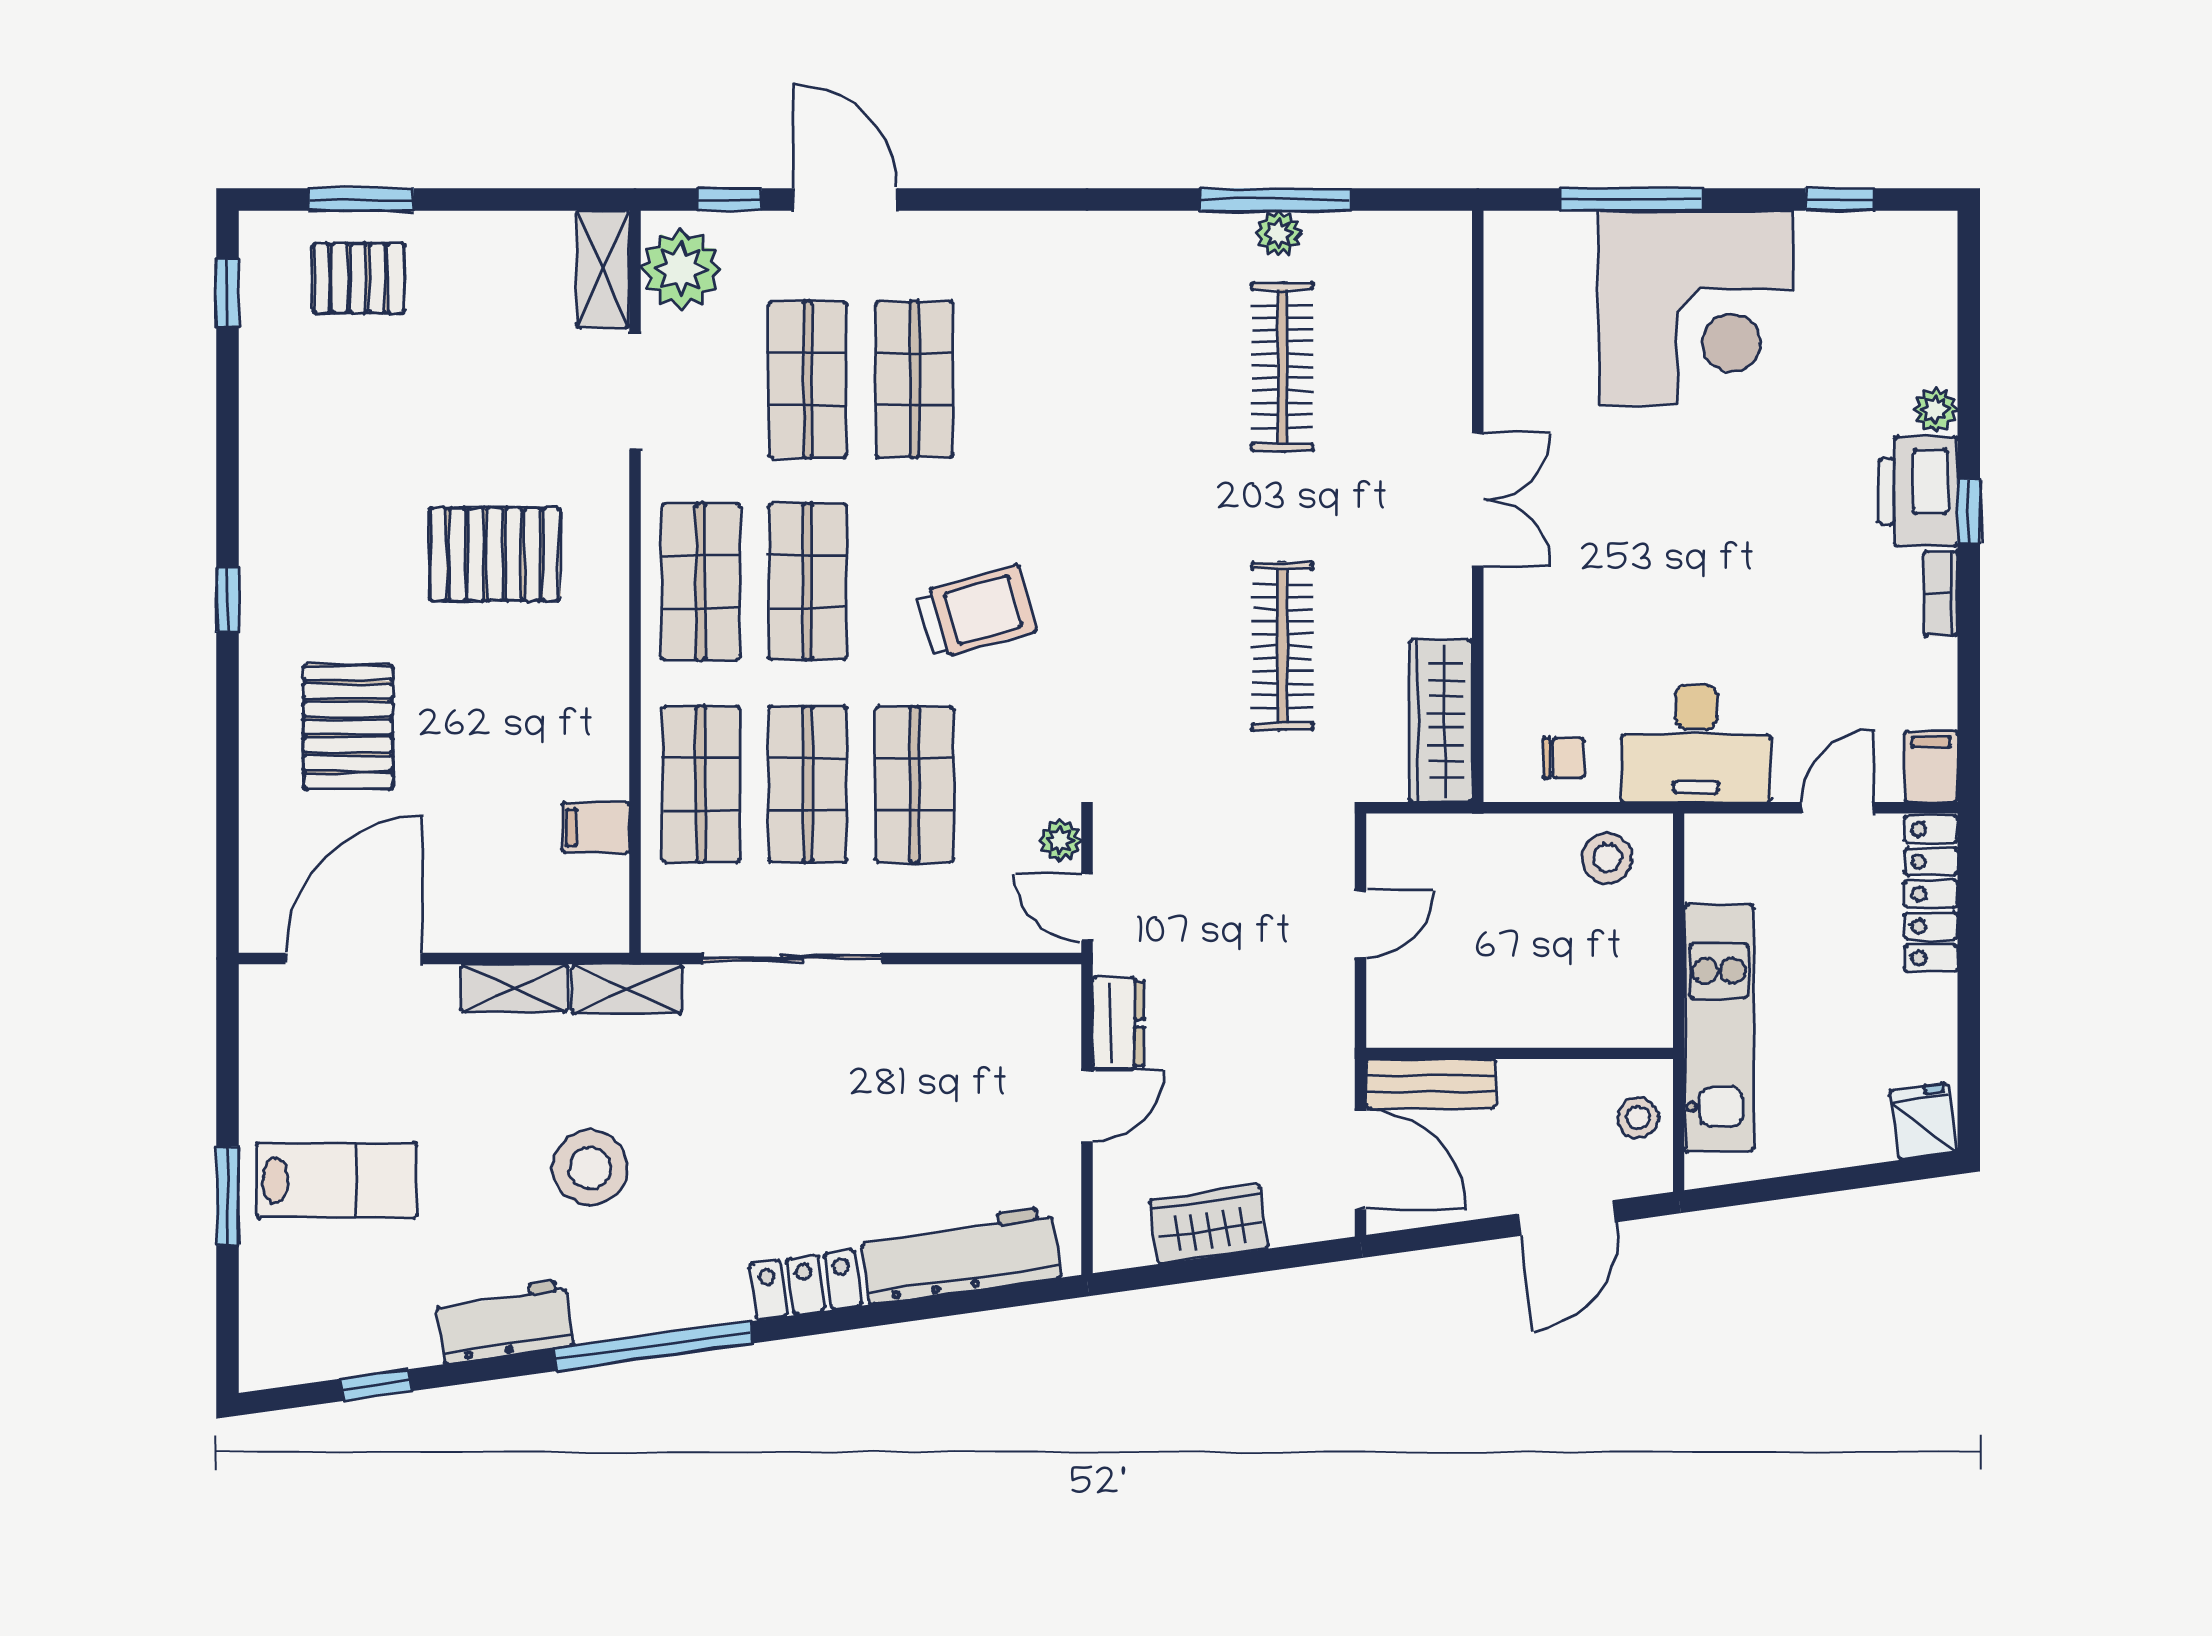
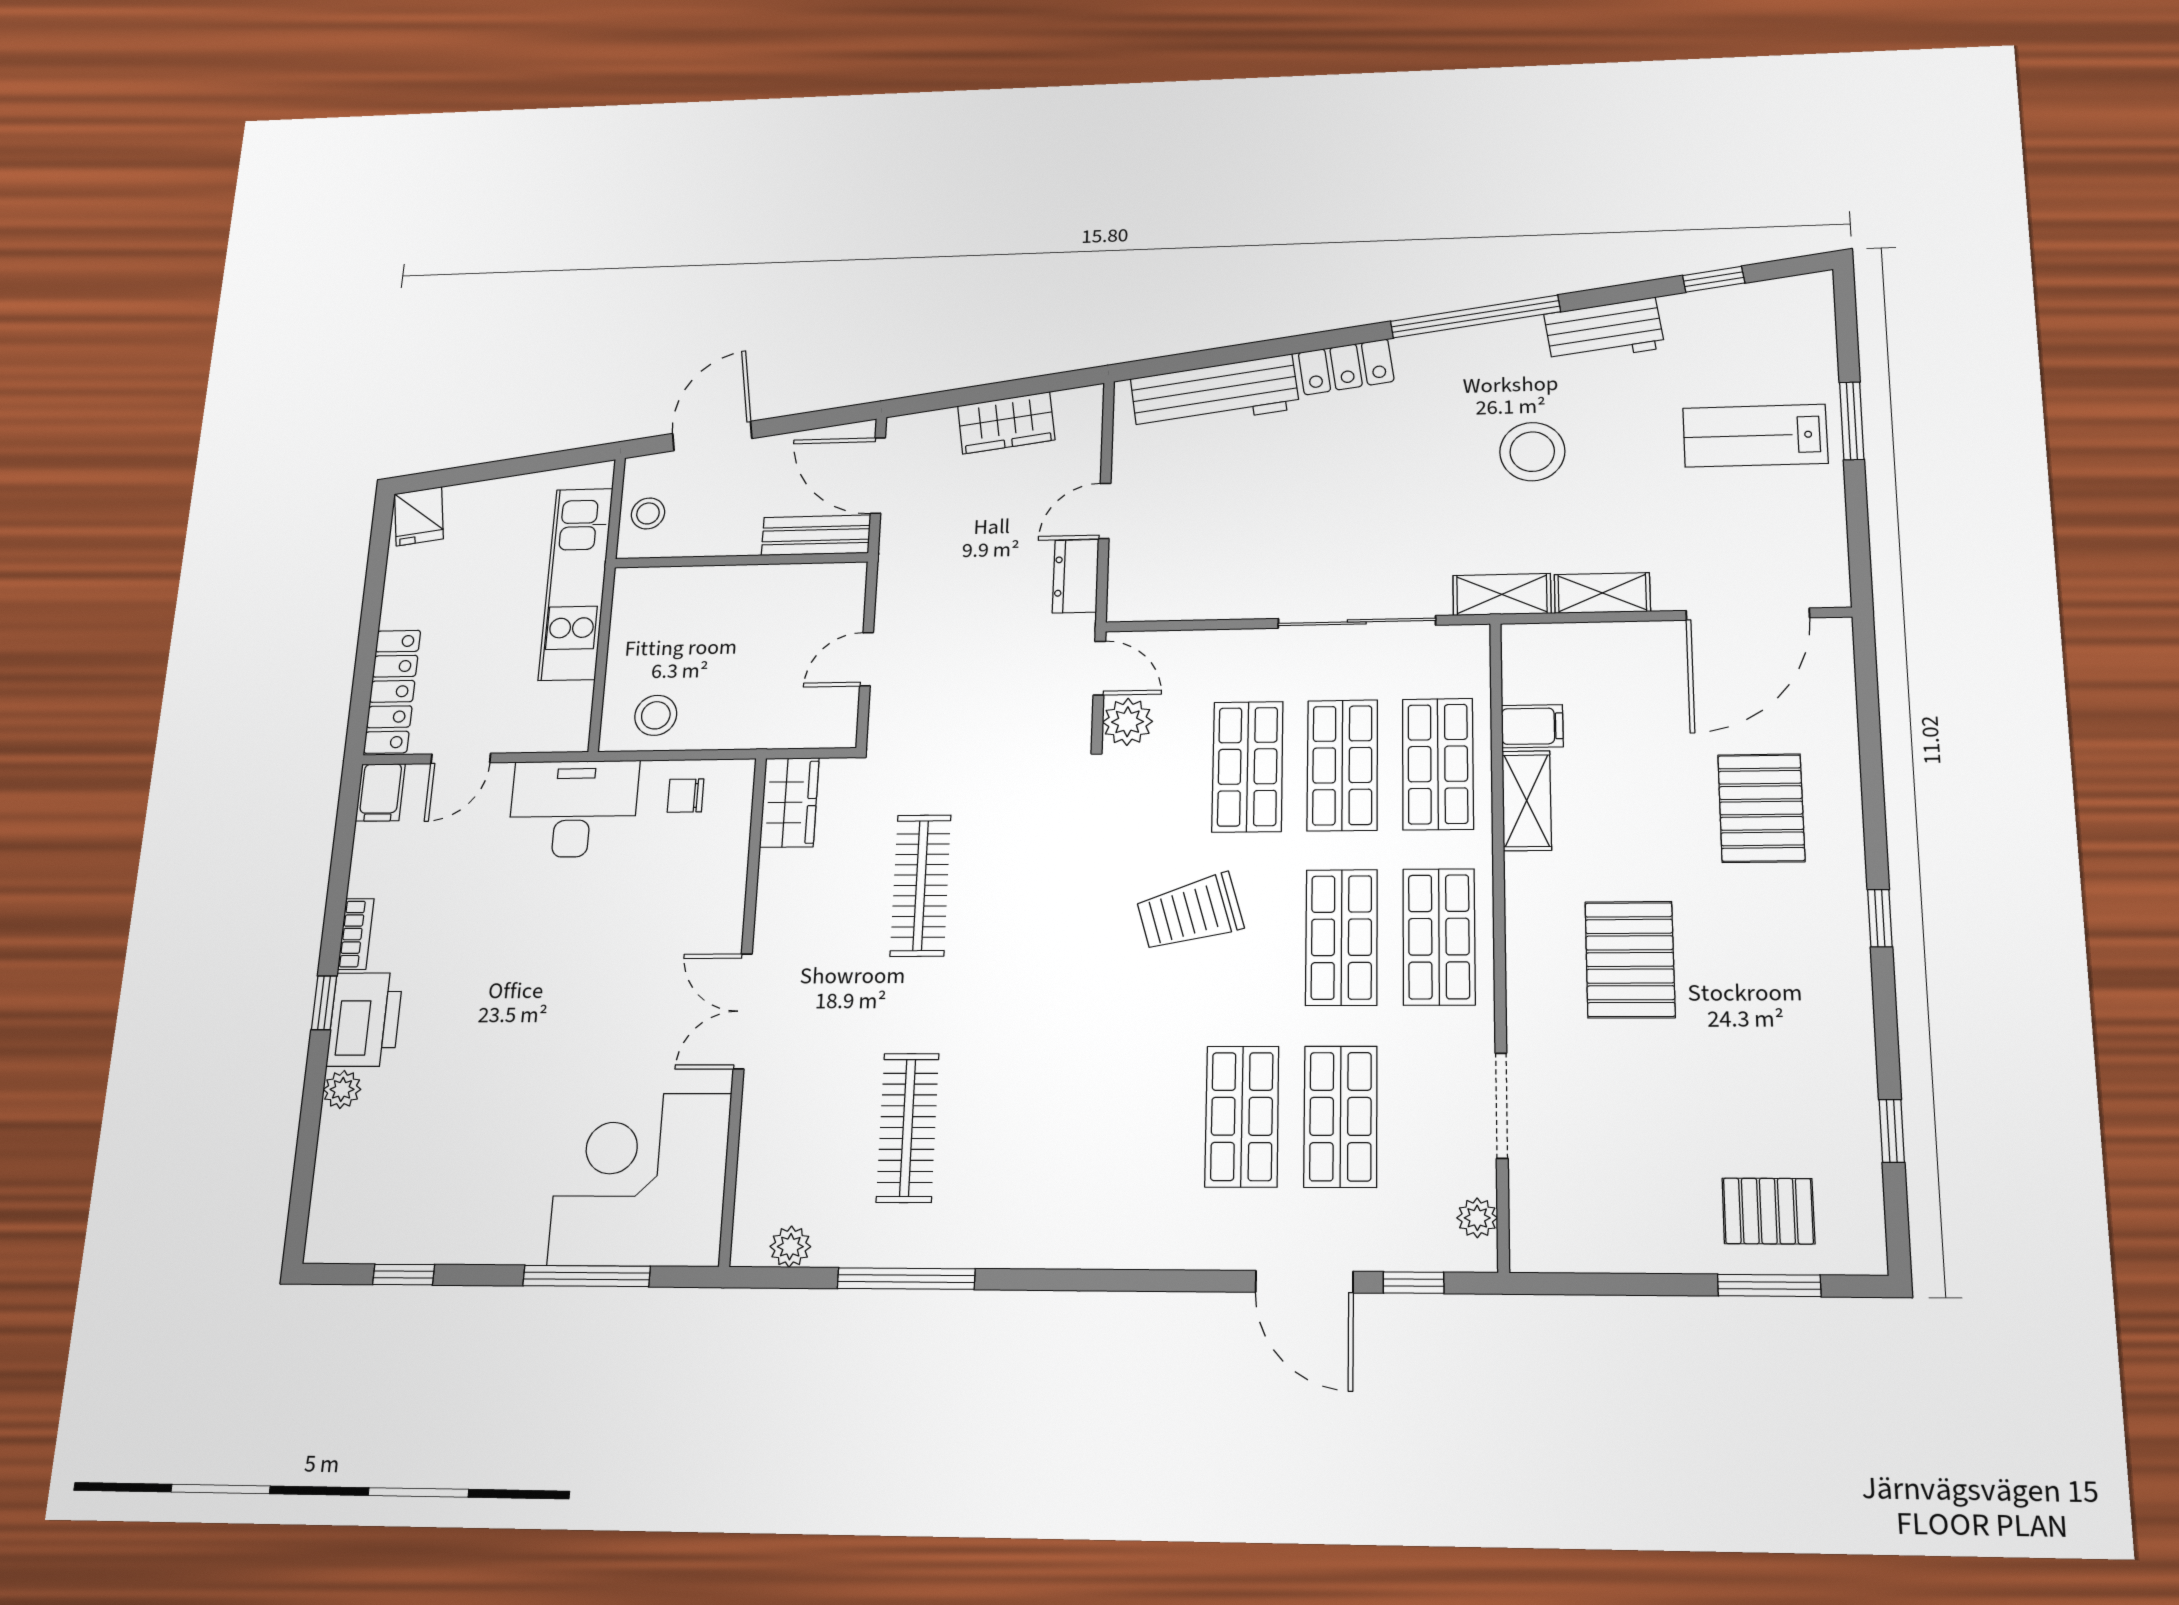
plant: (1278, 233) -> (790, 1247), moved
shelving: (603, 269) -> (1527, 801), moved
plant: (681, 269) -> (1477, 1218), width x0.53, depth x0.53
window: (228, 293) -> (1892, 1131), moved
corner desk: (1696, 308) -> (640, 1179), moved
pallet: (495, 554) -> (1630, 959), turned 90
wardrobe: (1441, 721) -> (789, 802), width x0.67
plant: (1060, 841) -> (1128, 722), width x1.38, depth x1.38

